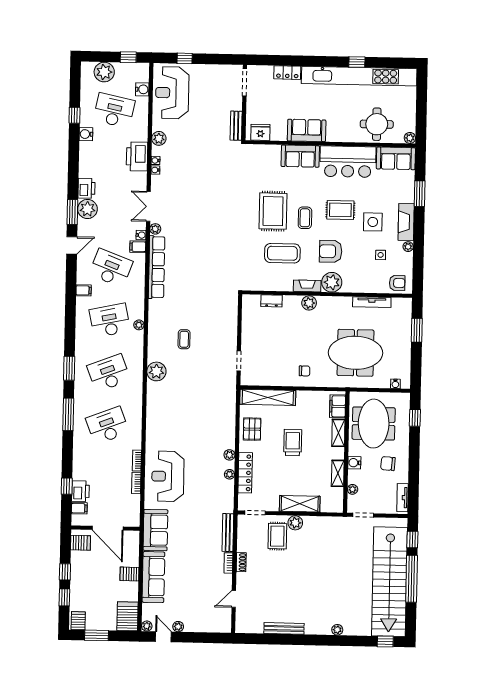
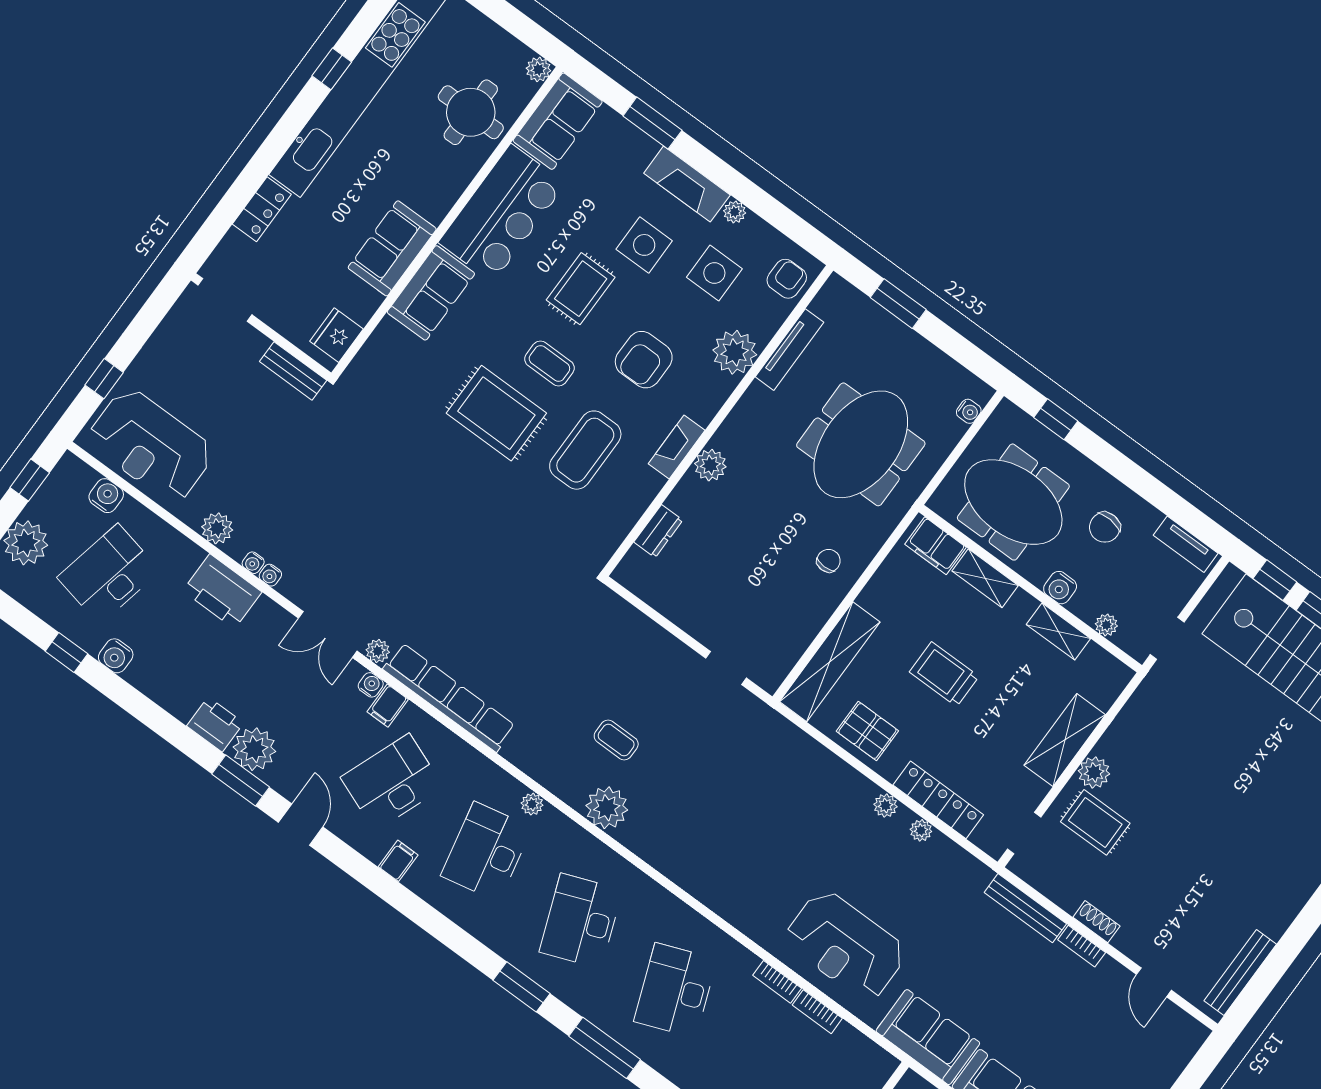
side table: (381, 255) -> (714, 273), width x1.87, depth x1.87
plant: (332, 282) -> (735, 352), moved
plant: (156, 371) -> (607, 808), moved
bench: (284, 628) -> (1240, 972), moved

